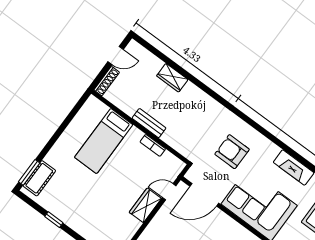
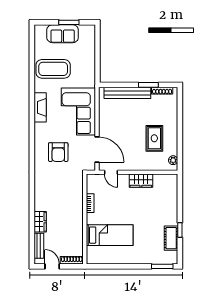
bench: (149, 123) -> (39, 246), moved
cot: (39, 178) -> (171, 238), moved, turned 90
wardrobe: (145, 205) -> (141, 181), moved

